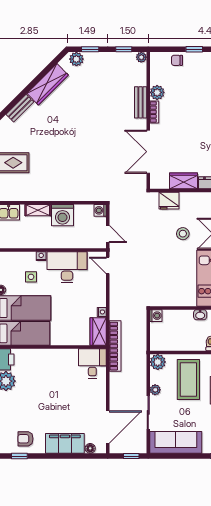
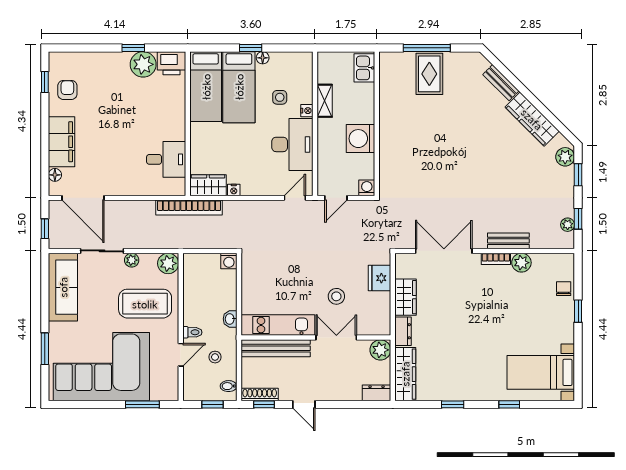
plant: (141, 57) -> (568, 225), moved
shelving: (38, 210) -> (325, 101), moved
desk: (92, 364) -> (166, 159), moved

